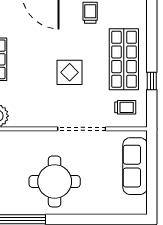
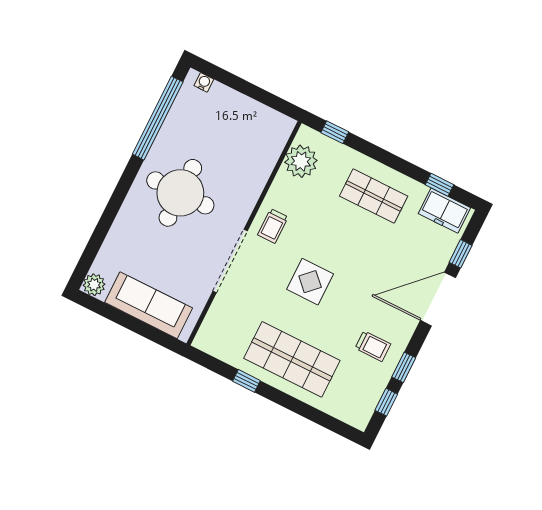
trolley: (125, 107) -> (273, 226), moved
plant: (139, 207) -> (94, 285), added

